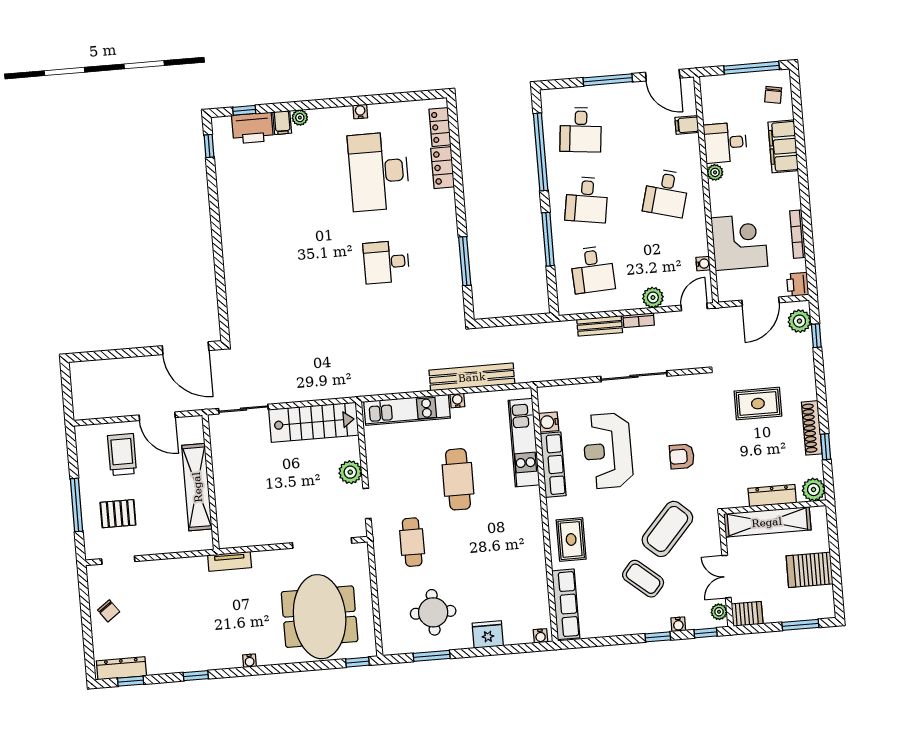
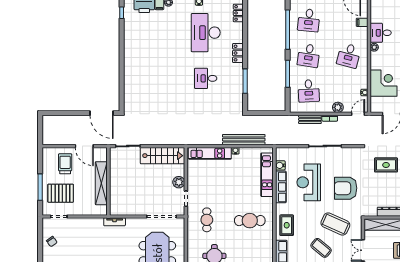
locker: (443, 168) -> (238, 53), moved
armchair: (682, 456) -> (346, 188), width x1.88, depth x1.88
cafe table: (458, 479) -> (250, 221), moved, turned 90
pallet: (118, 514) -> (61, 193), width x1.50, depth x1.42
coffee table: (667, 529) -> (335, 224), turned 72

